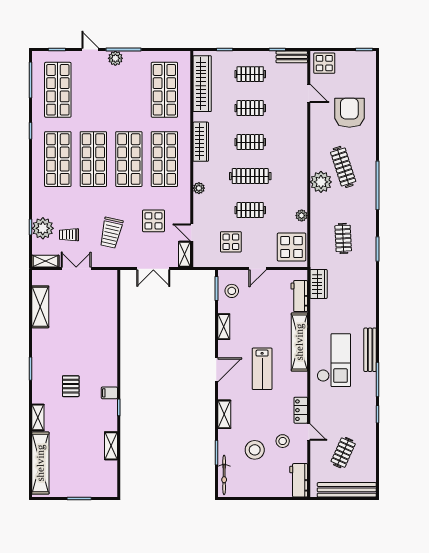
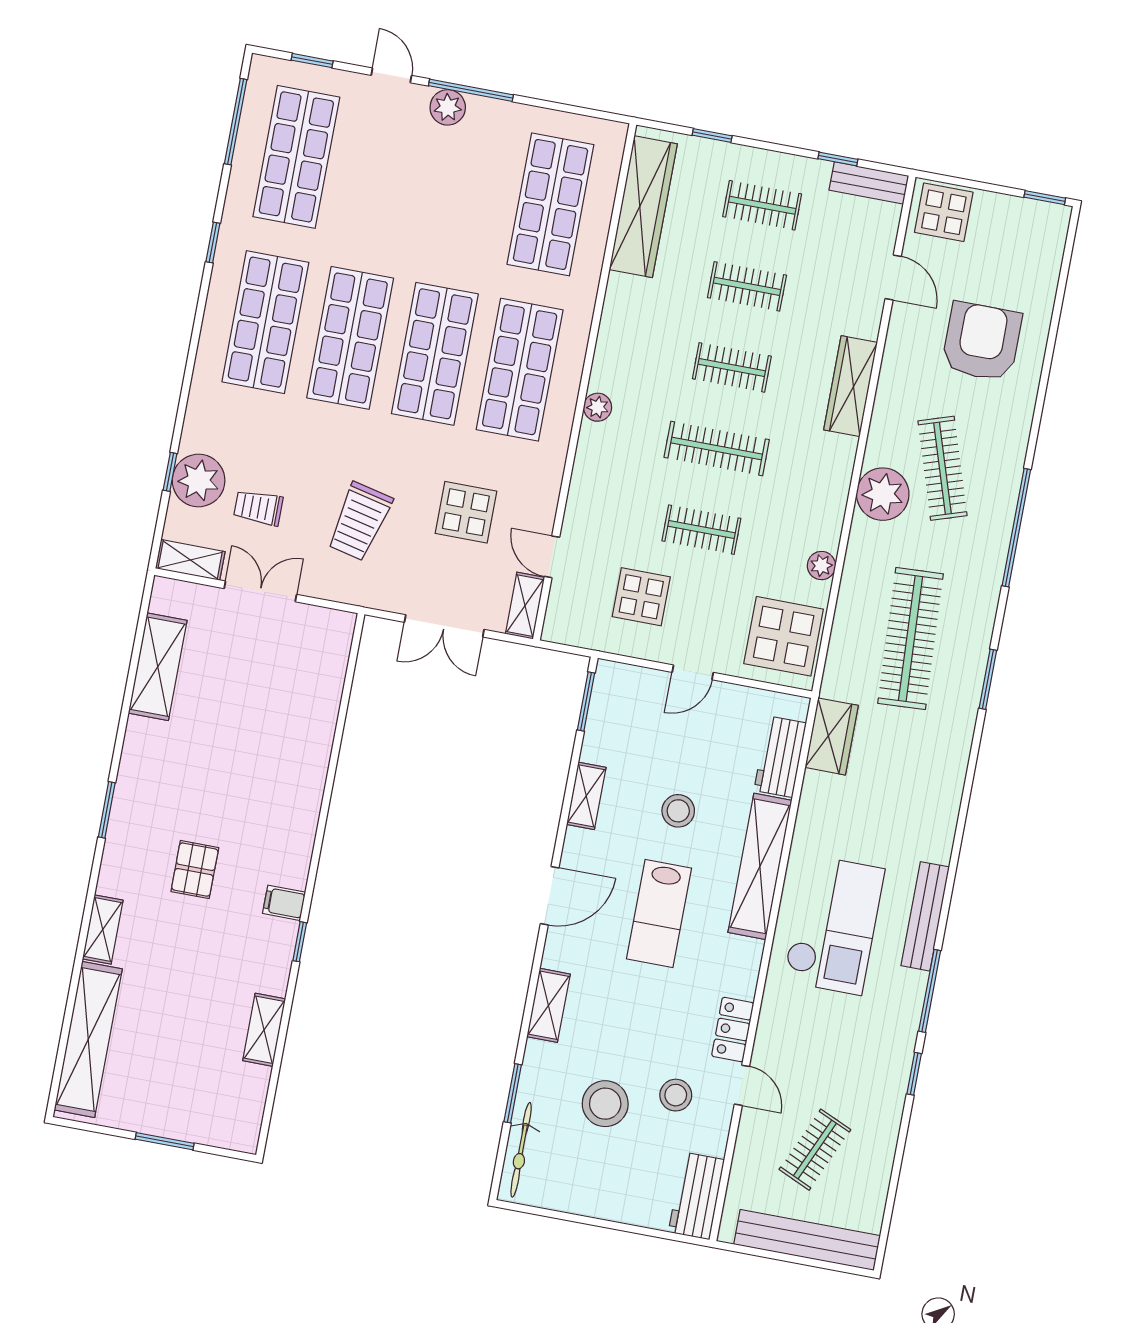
wardrobe: (201, 142) -> (851, 386), moved, turned 180
plant: (199, 188) -> (598, 407), moved
clothes rail: (343, 238) -> (911, 639), width x1.86, depth x1.31
stool: (232, 291) -> (678, 811), moved

